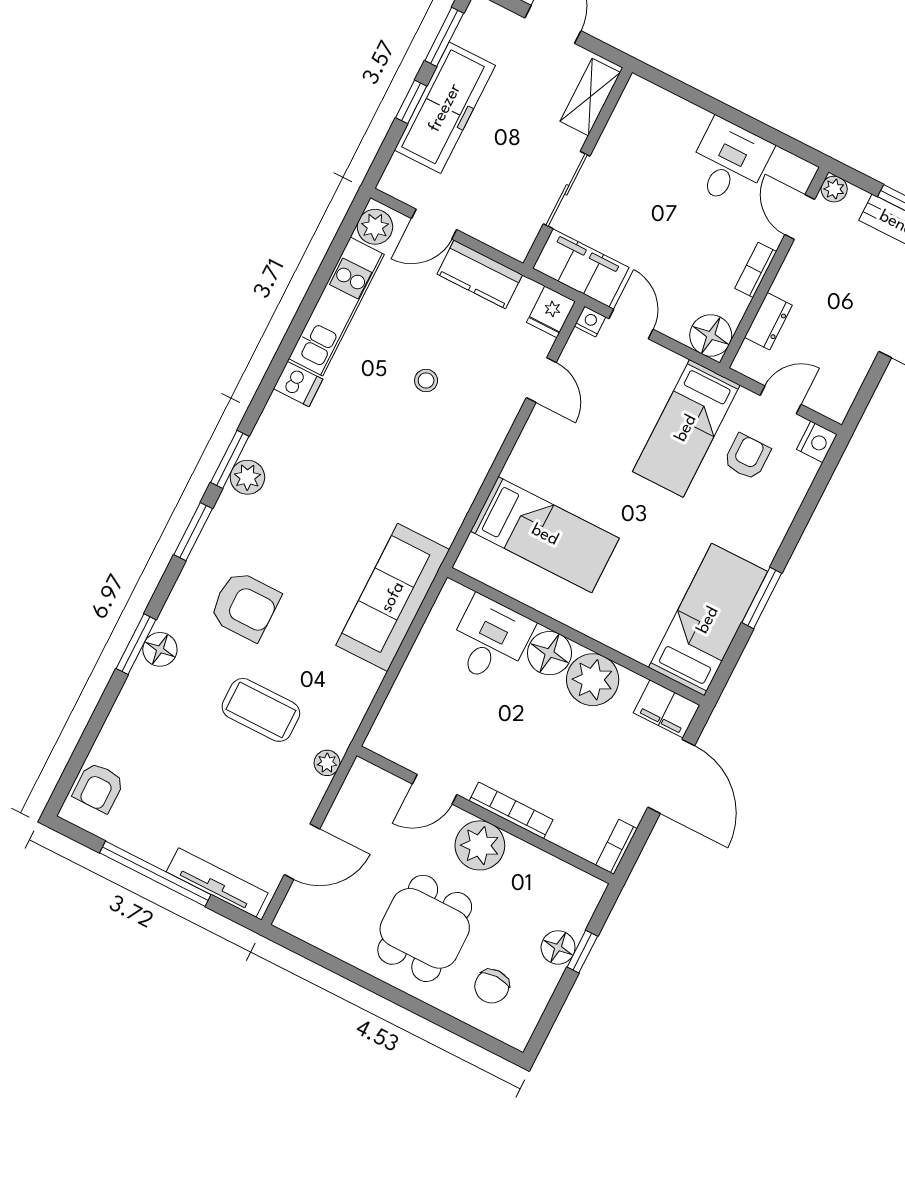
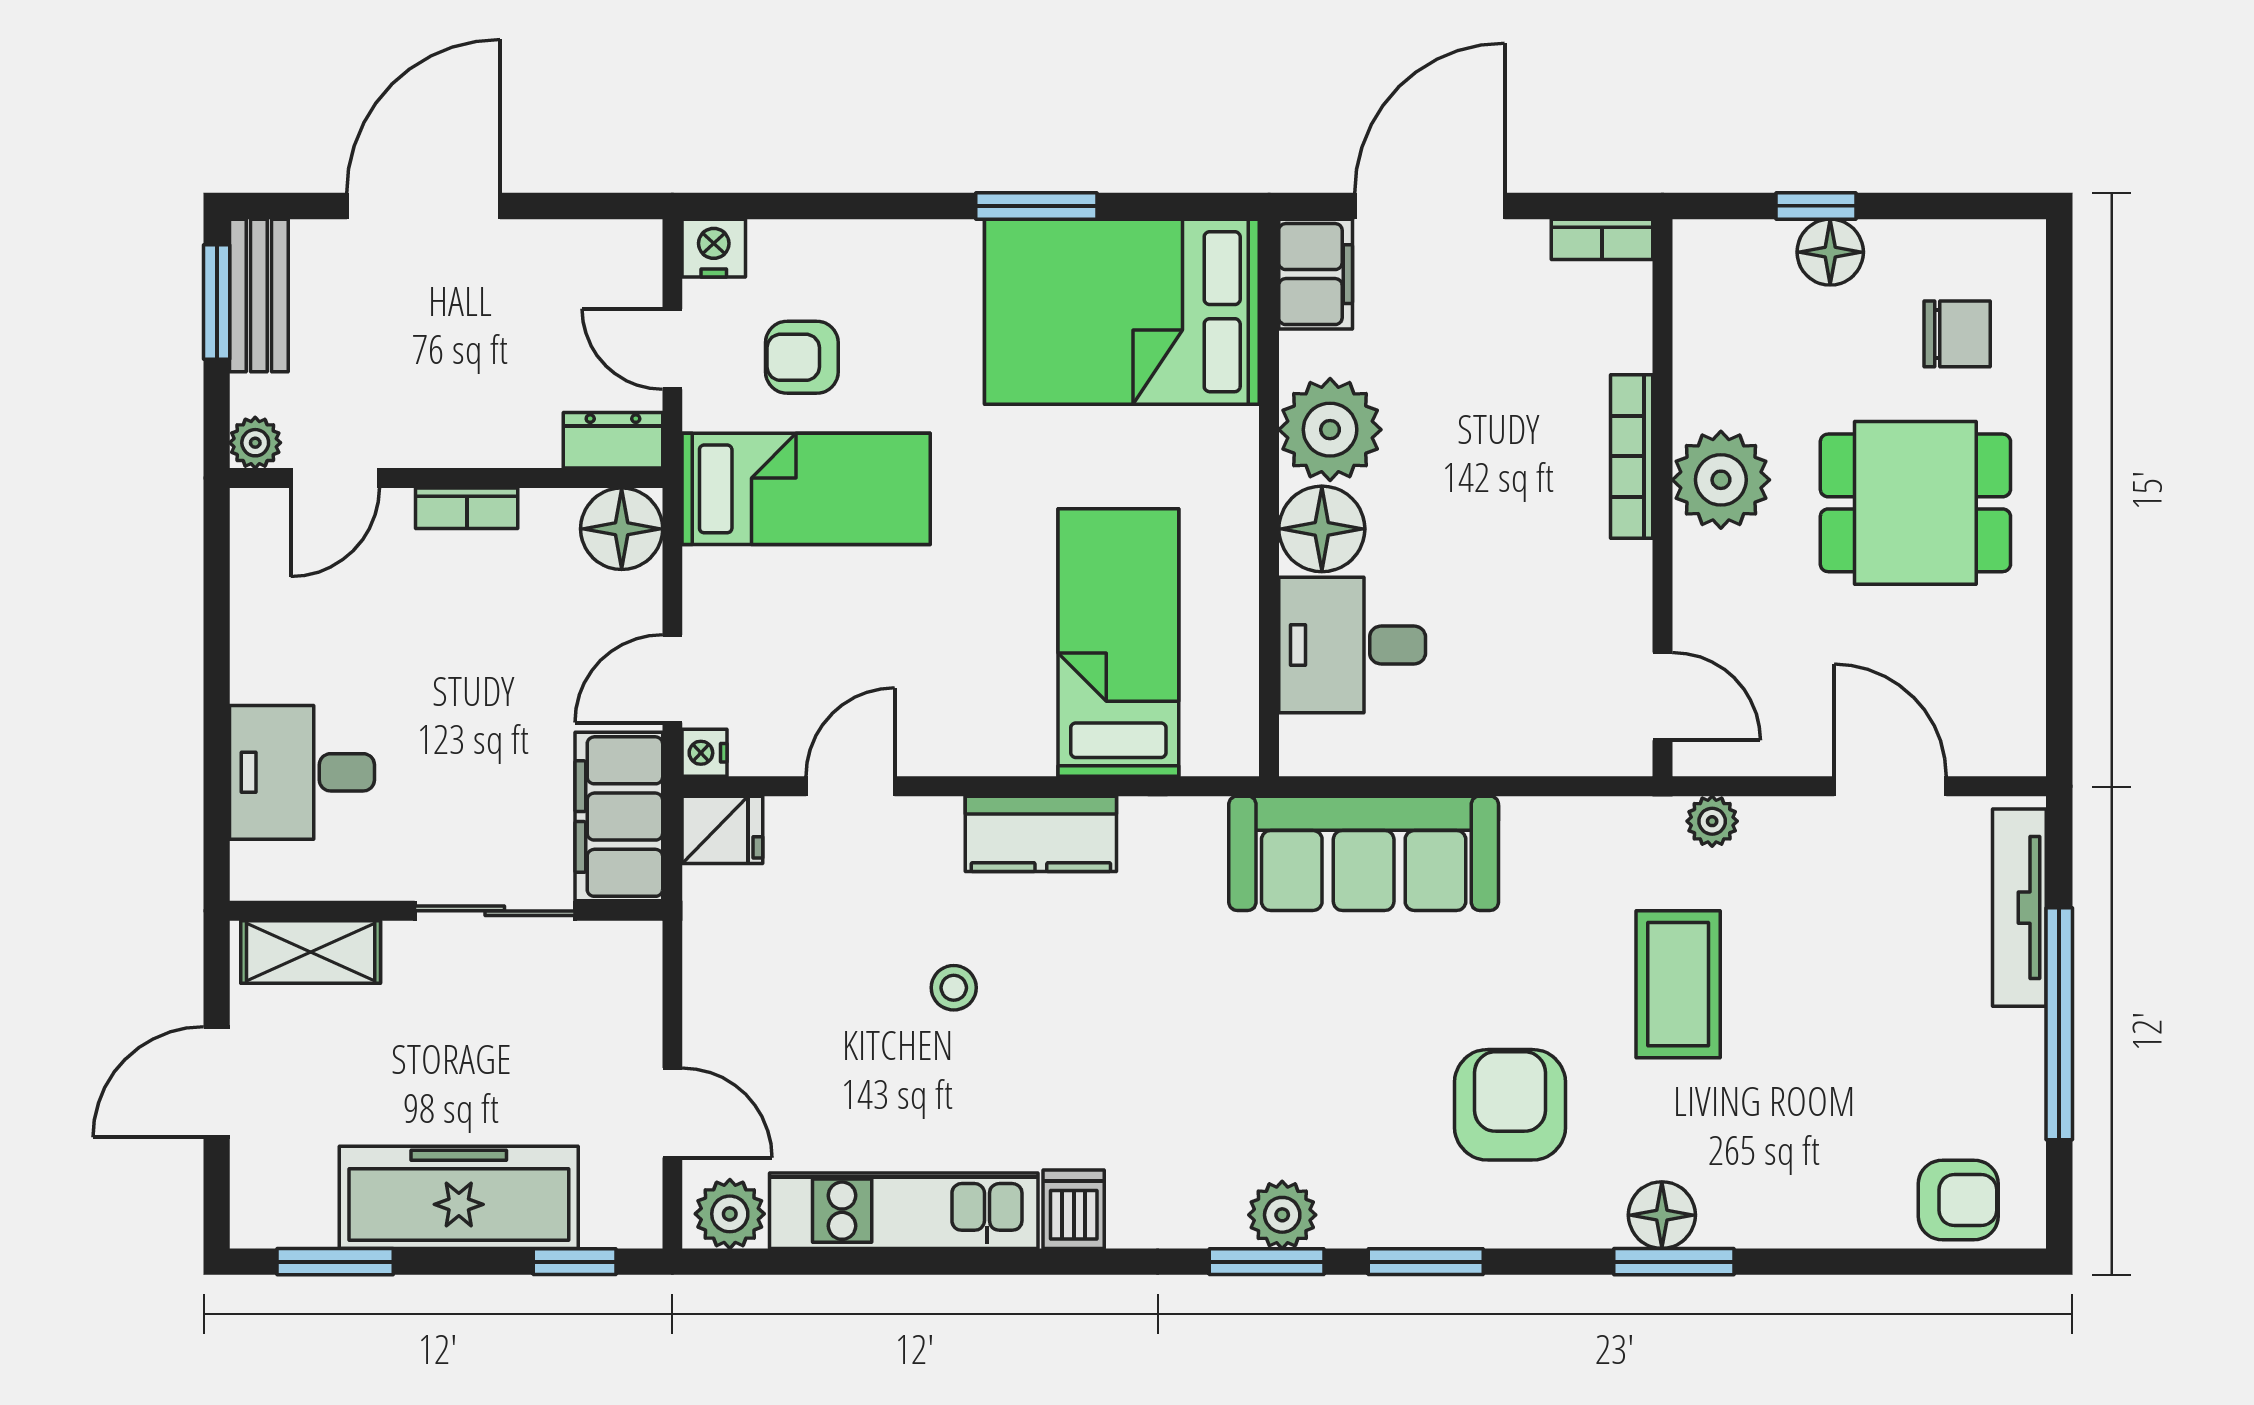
window: (411, 102) -> (575, 1262), moved
desk: (729, 162) -> (302, 772), moved
kitchen counter: (480, 274) -> (1041, 834), moved, turned 90
dresser: (768, 321) -> (613, 440), moved
bed: (708, 620) -> (1122, 312), width x1.50
door: (435, 789) -> (1663, 696), moved

